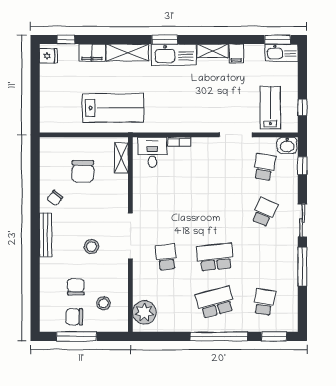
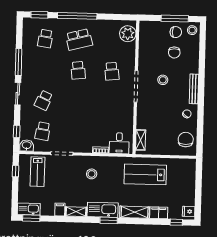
stool: (191, 106) -> (92, 174), added
chair: (83, 171) -> (186, 140), moved
school desk: (215, 257) -> (78, 70), width x0.54
stool: (104, 303) -> (192, 30), moved

